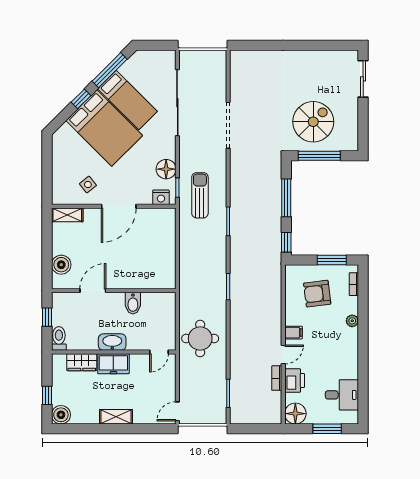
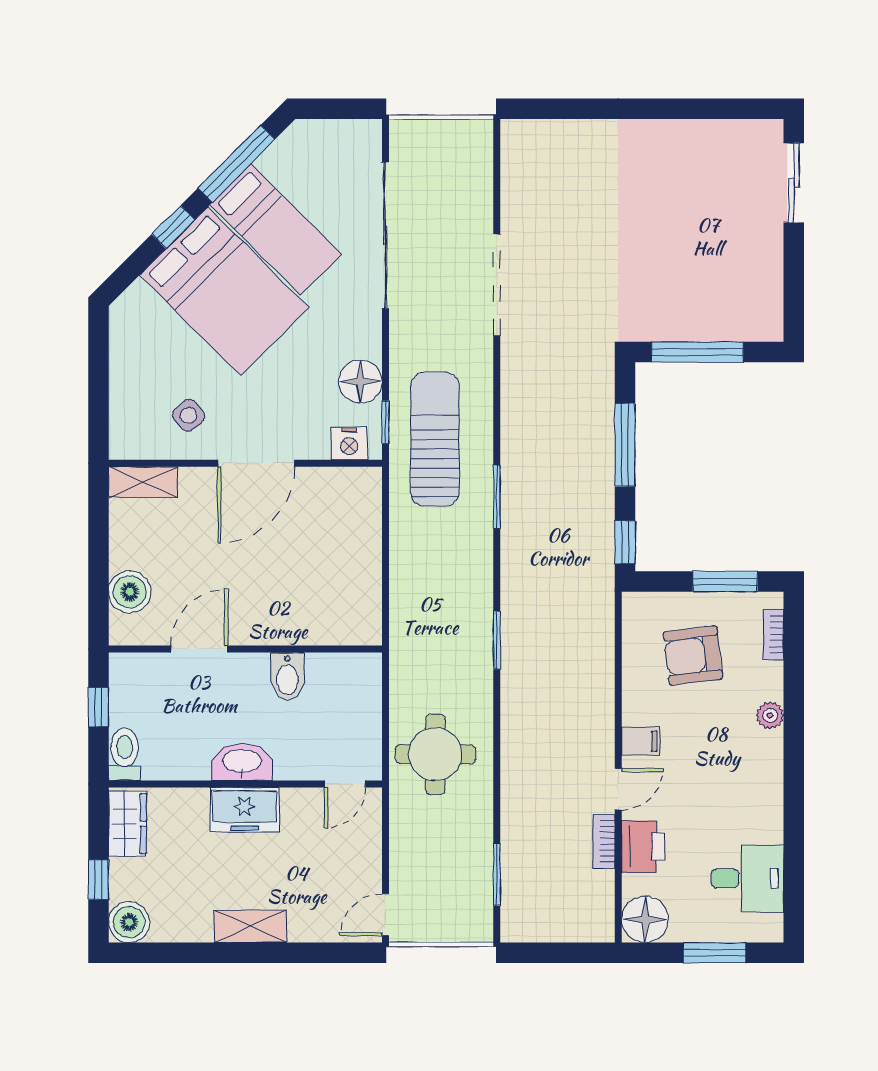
spiral stairs: (313, 122) -> (684, 277), removed
sun lounger: (200, 195) -> (435, 439), width x1.36, depth x1.34
wardrobe: (82, 362) -> (128, 824), moved, turned -90

